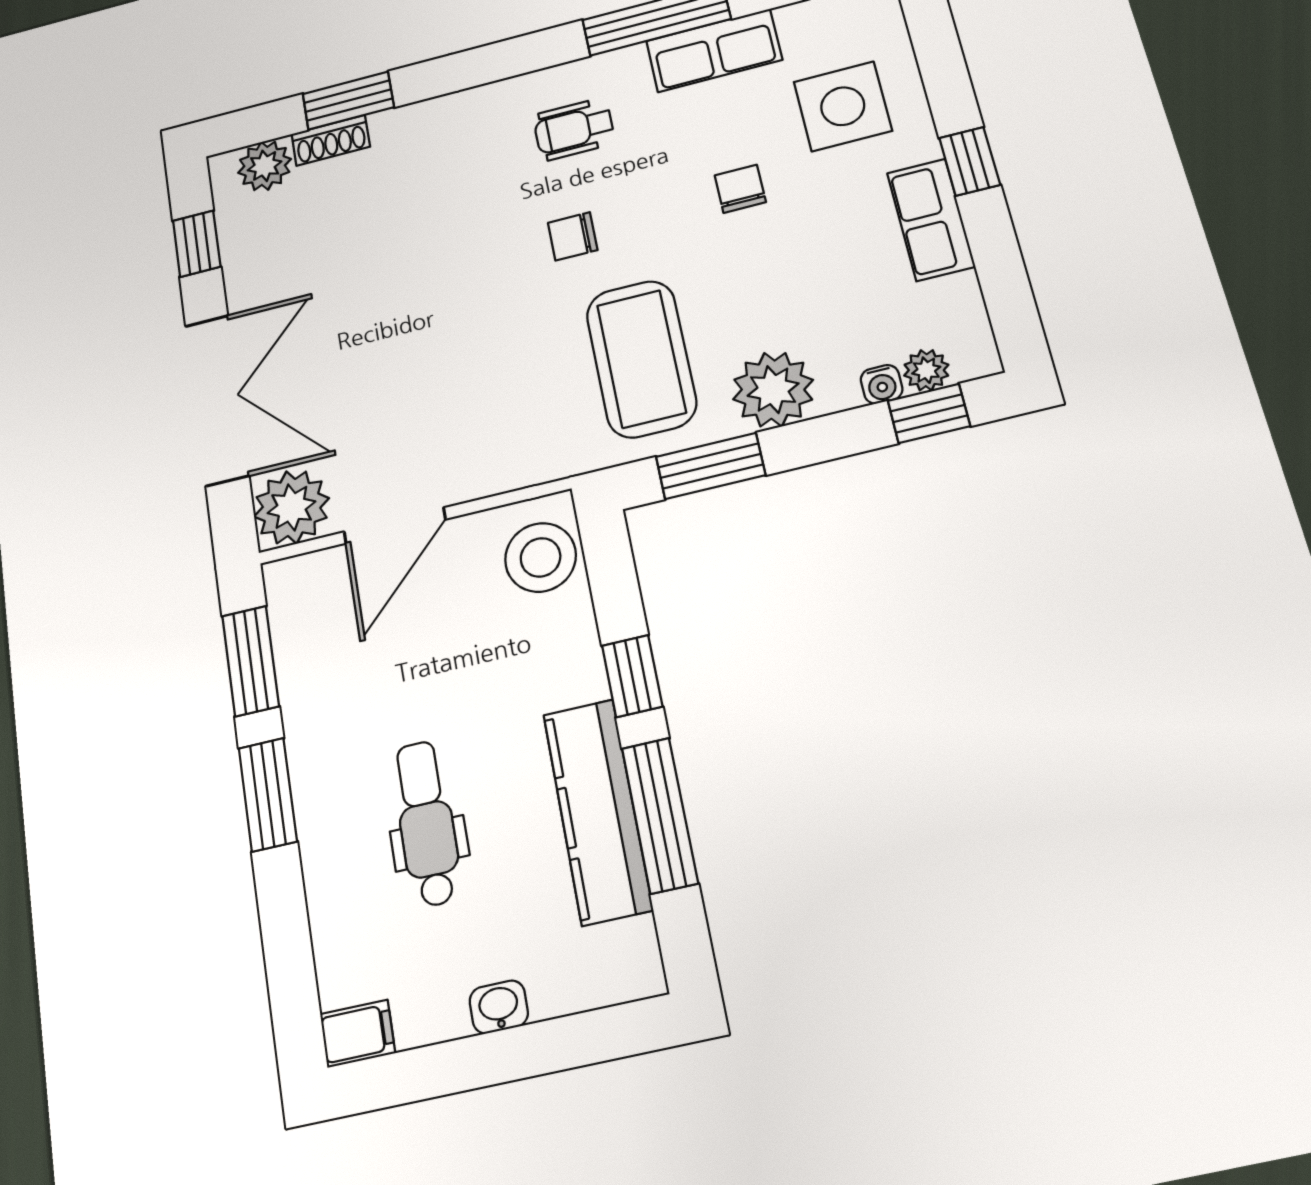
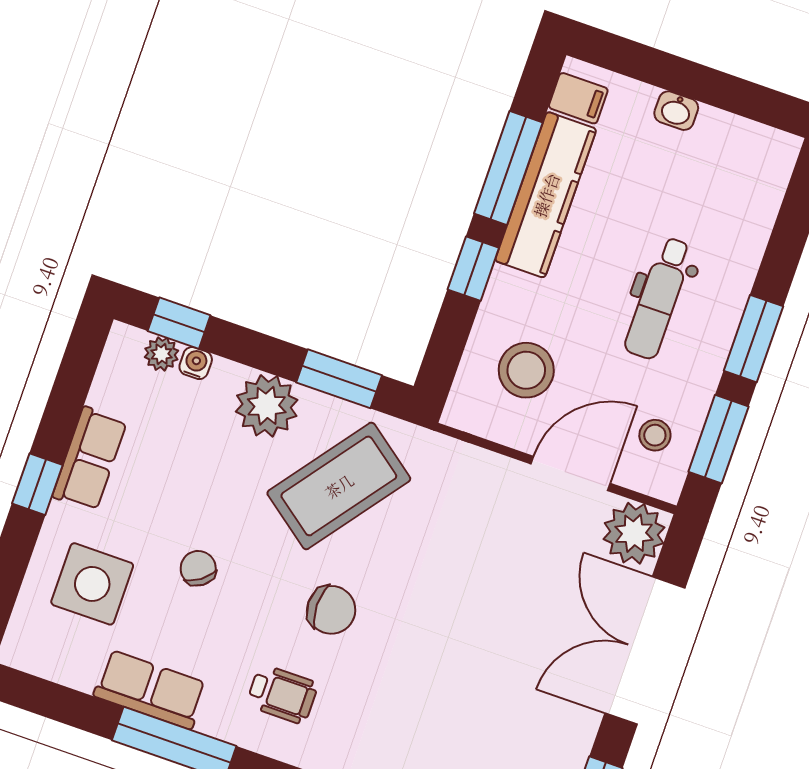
chair: (740, 189) -> (198, 568), turned 144
chair: (573, 236) -> (331, 610), width x1.37, depth x1.37
coffee table: (641, 359) -> (339, 486), turned 37
stool: (541, 557) -> (526, 370), moved
stool: (323, 622) -> (655, 435), added
dental chair: (426, 823) -> (659, 298), moved
filing cabinet: (358, 1034) -> (578, 98), moved, turned 180

